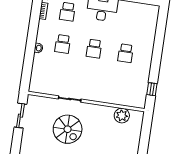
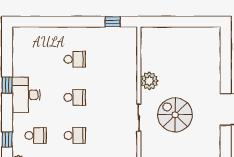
plant: (122, 116) -> (149, 81), moved
spiral stairs: (68, 129) -> (175, 115), turned -90

